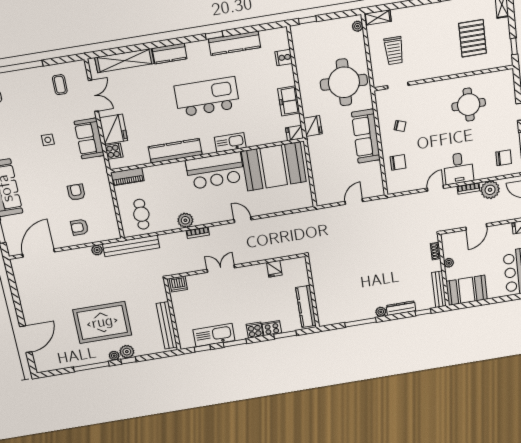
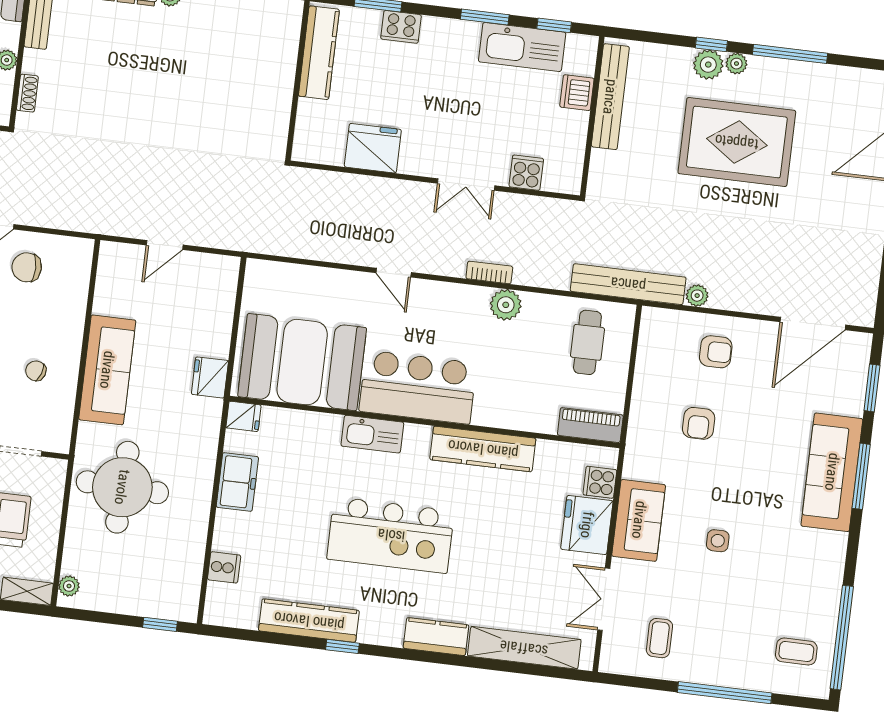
fridge: (313, 126) -> (210, 377), moved
chair: (398, 162) -> (27, 267), moved
fridge: (274, 269) -> (373, 148), width x1.88, depth x1.34
dishwasher: (178, 284) -> (577, 93), moved, turned -90
cooker: (255, 330) -> (526, 173), moved, turned 180

